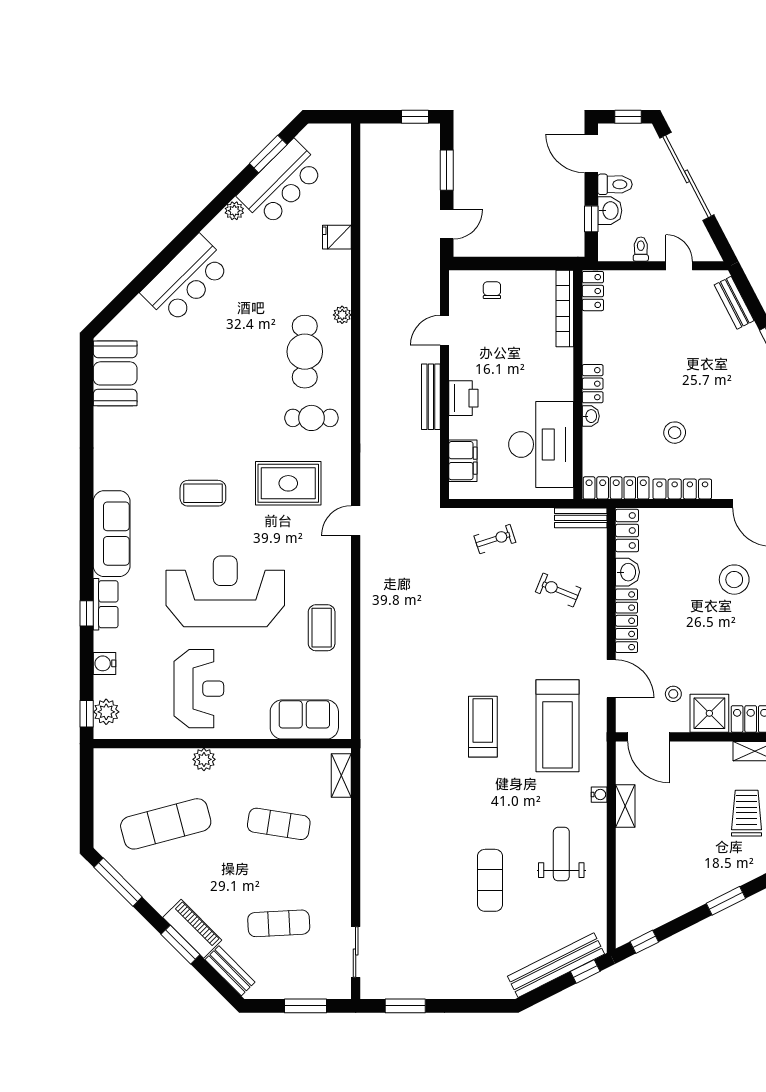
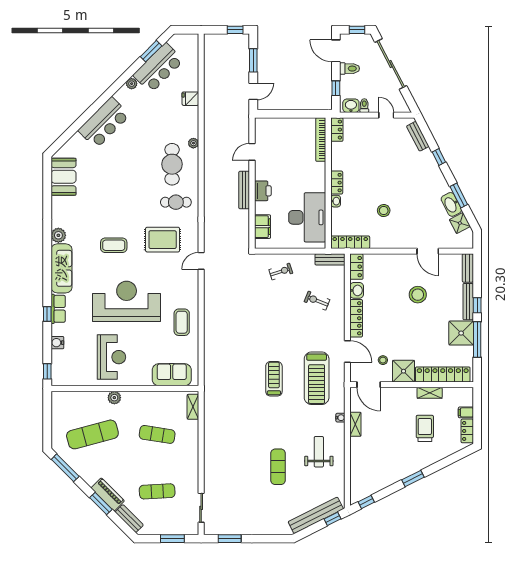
washbasin: (610, 211) -> (351, 106), moved, turned -90
chair: (492, 290) -> (279, 129), removed
locker: (682, 489) -> (388, 243), removed
plant: (106, 712) -> (58, 235), moved

